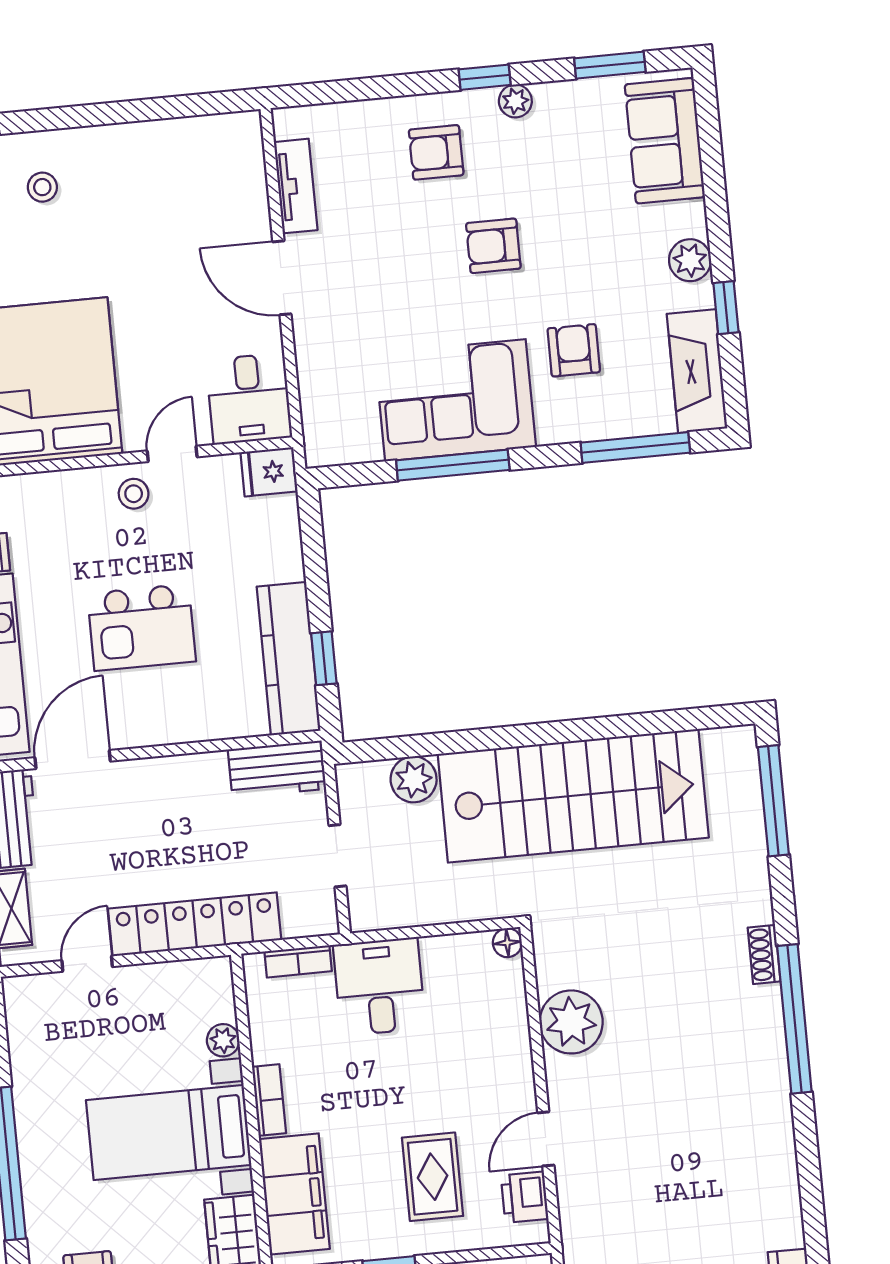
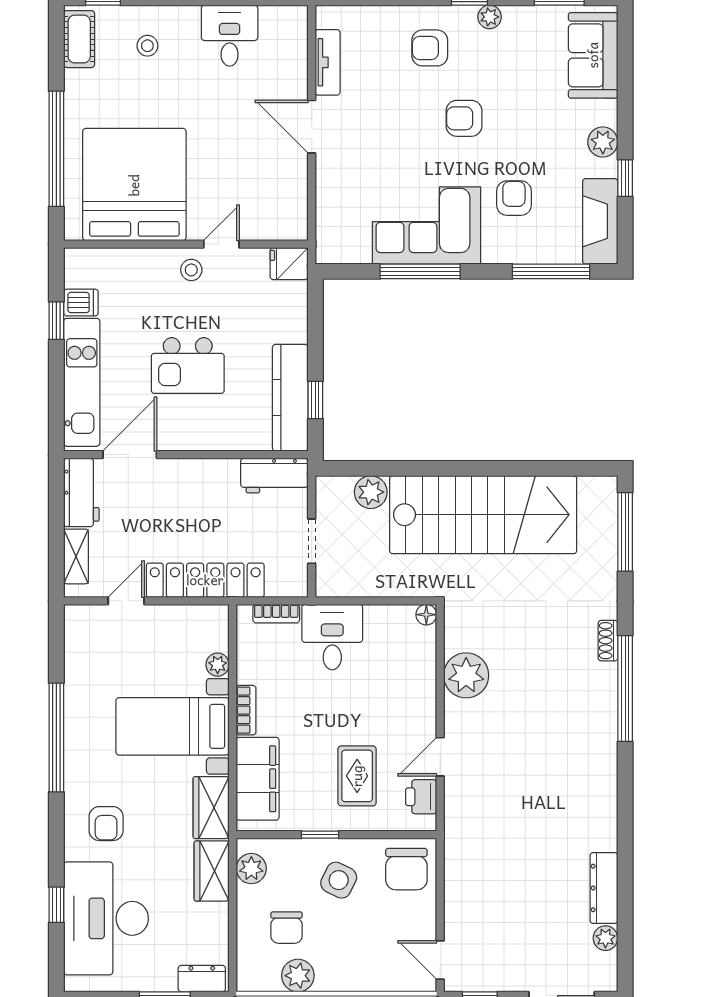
desk: (249, 399) -> (230, 36), moved, turned 180

